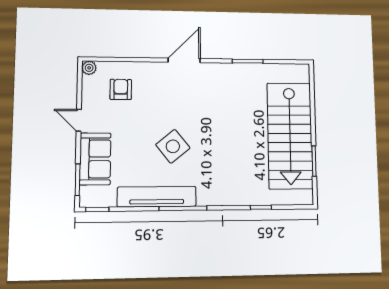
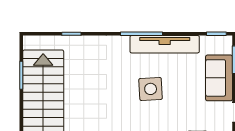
side table: (173, 146) -> (151, 89), turned 36

